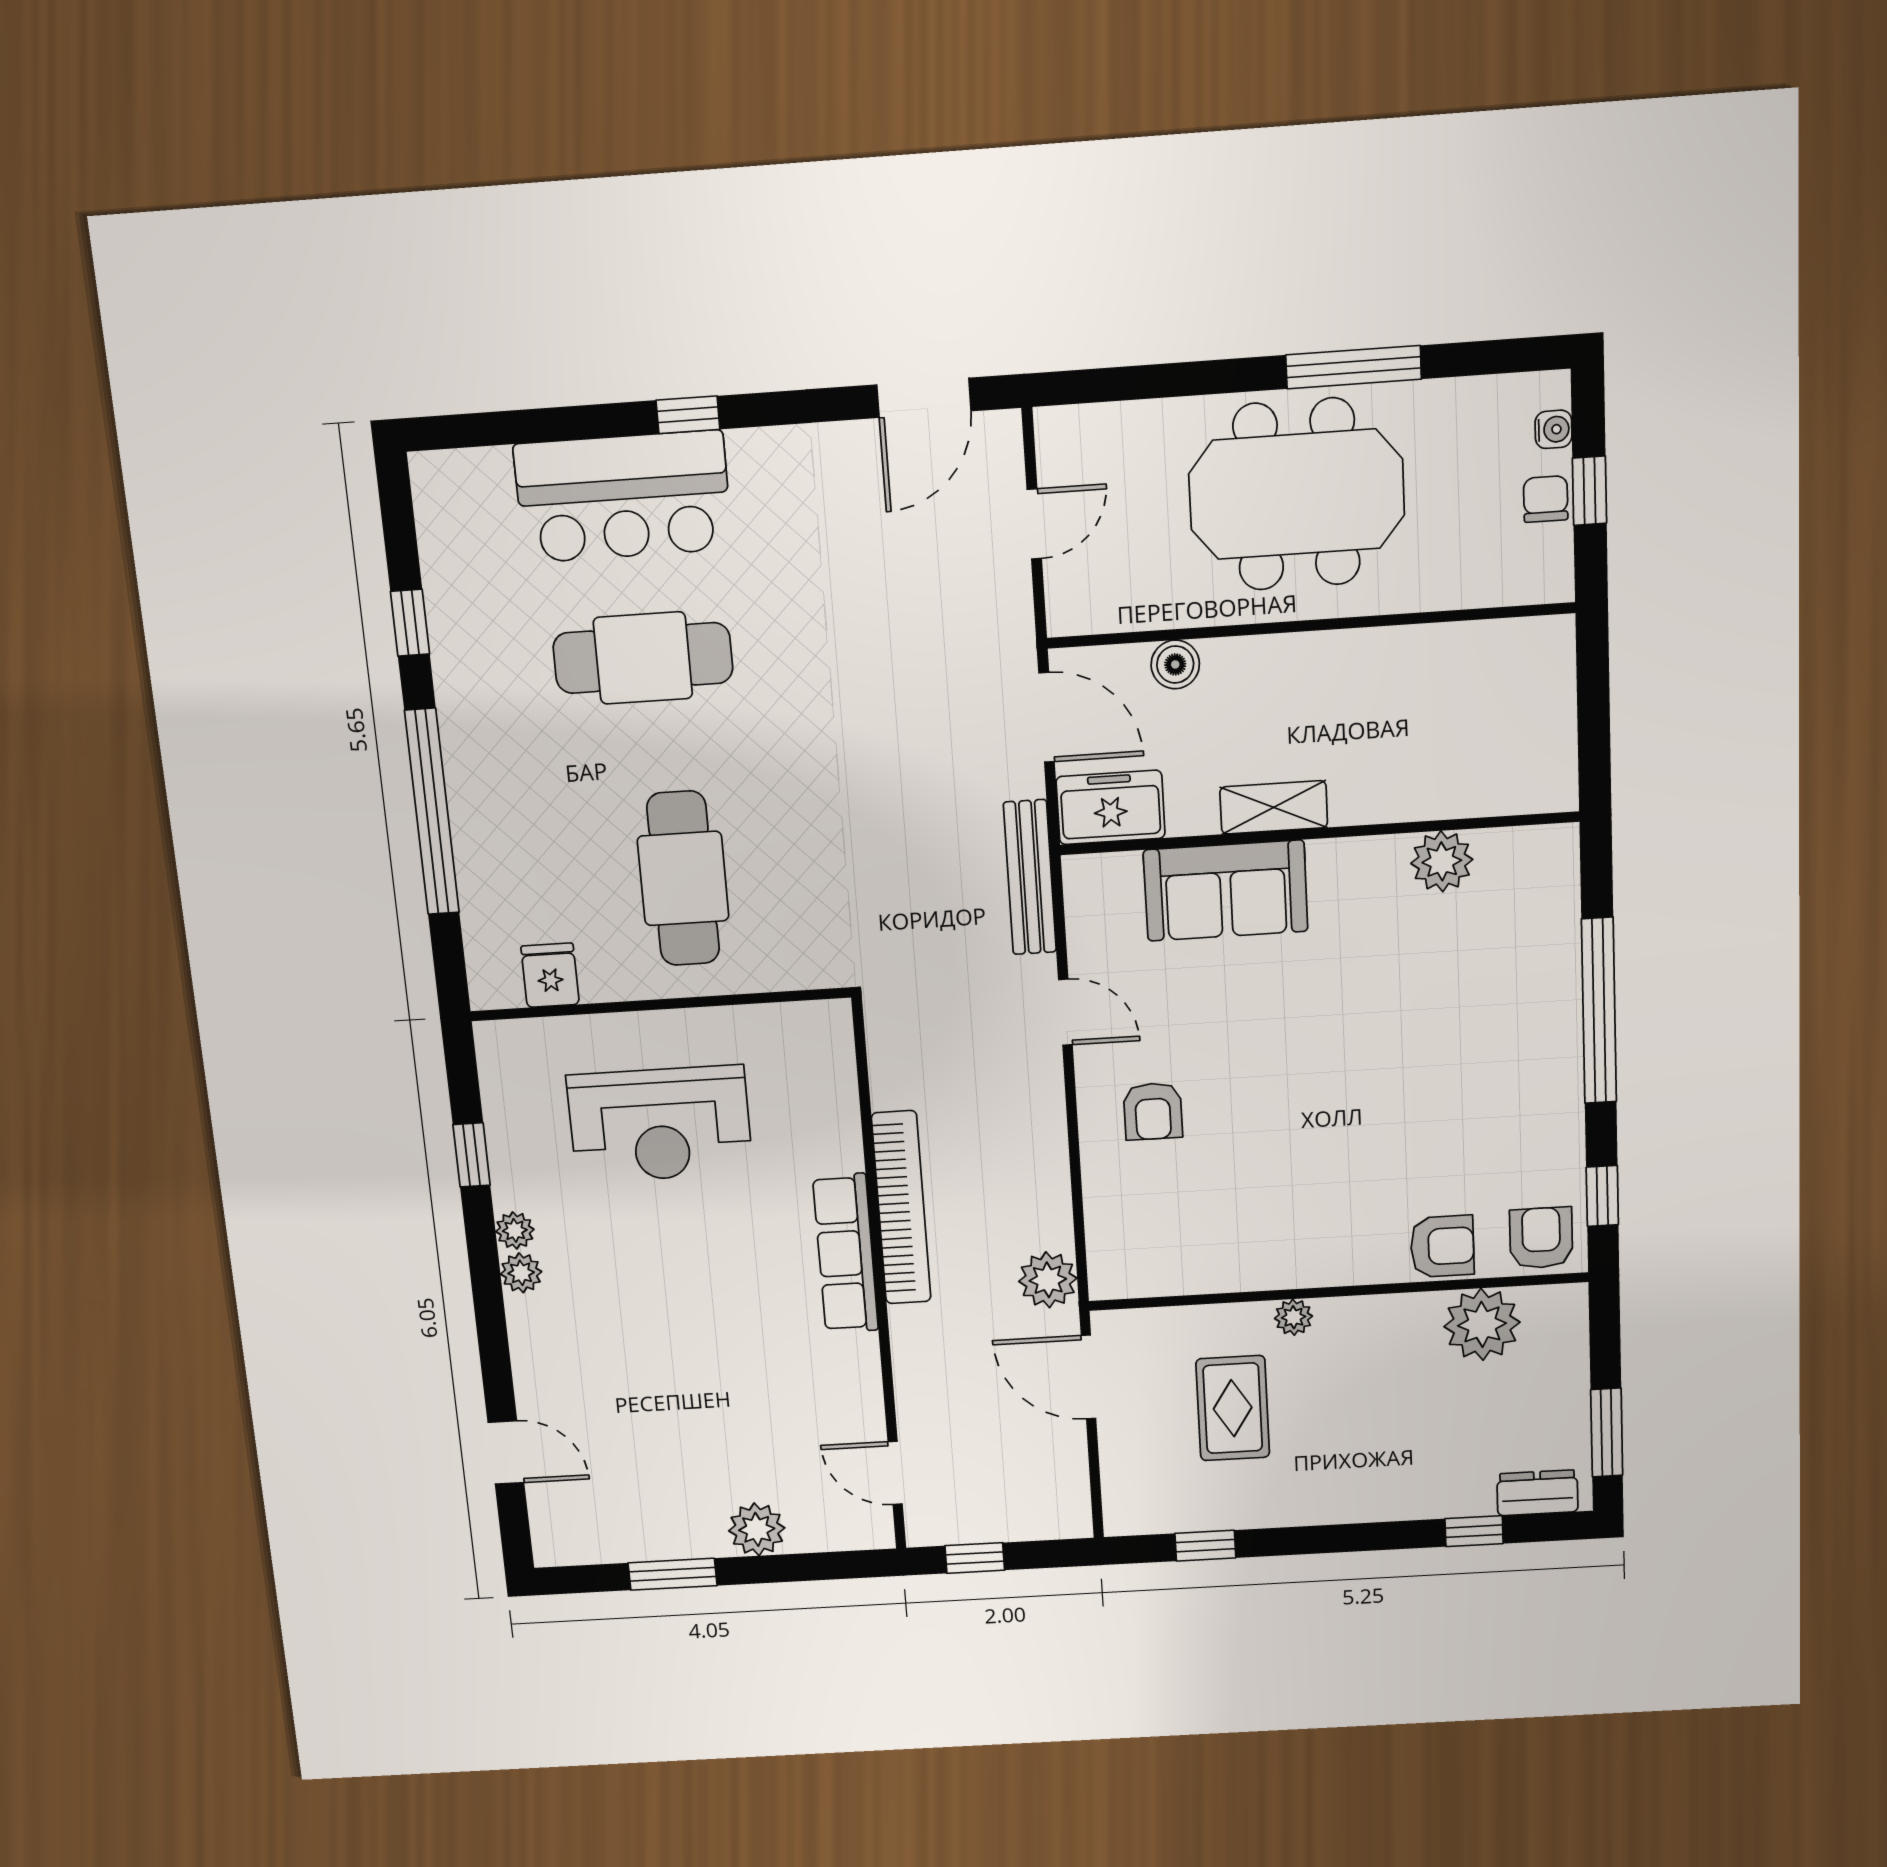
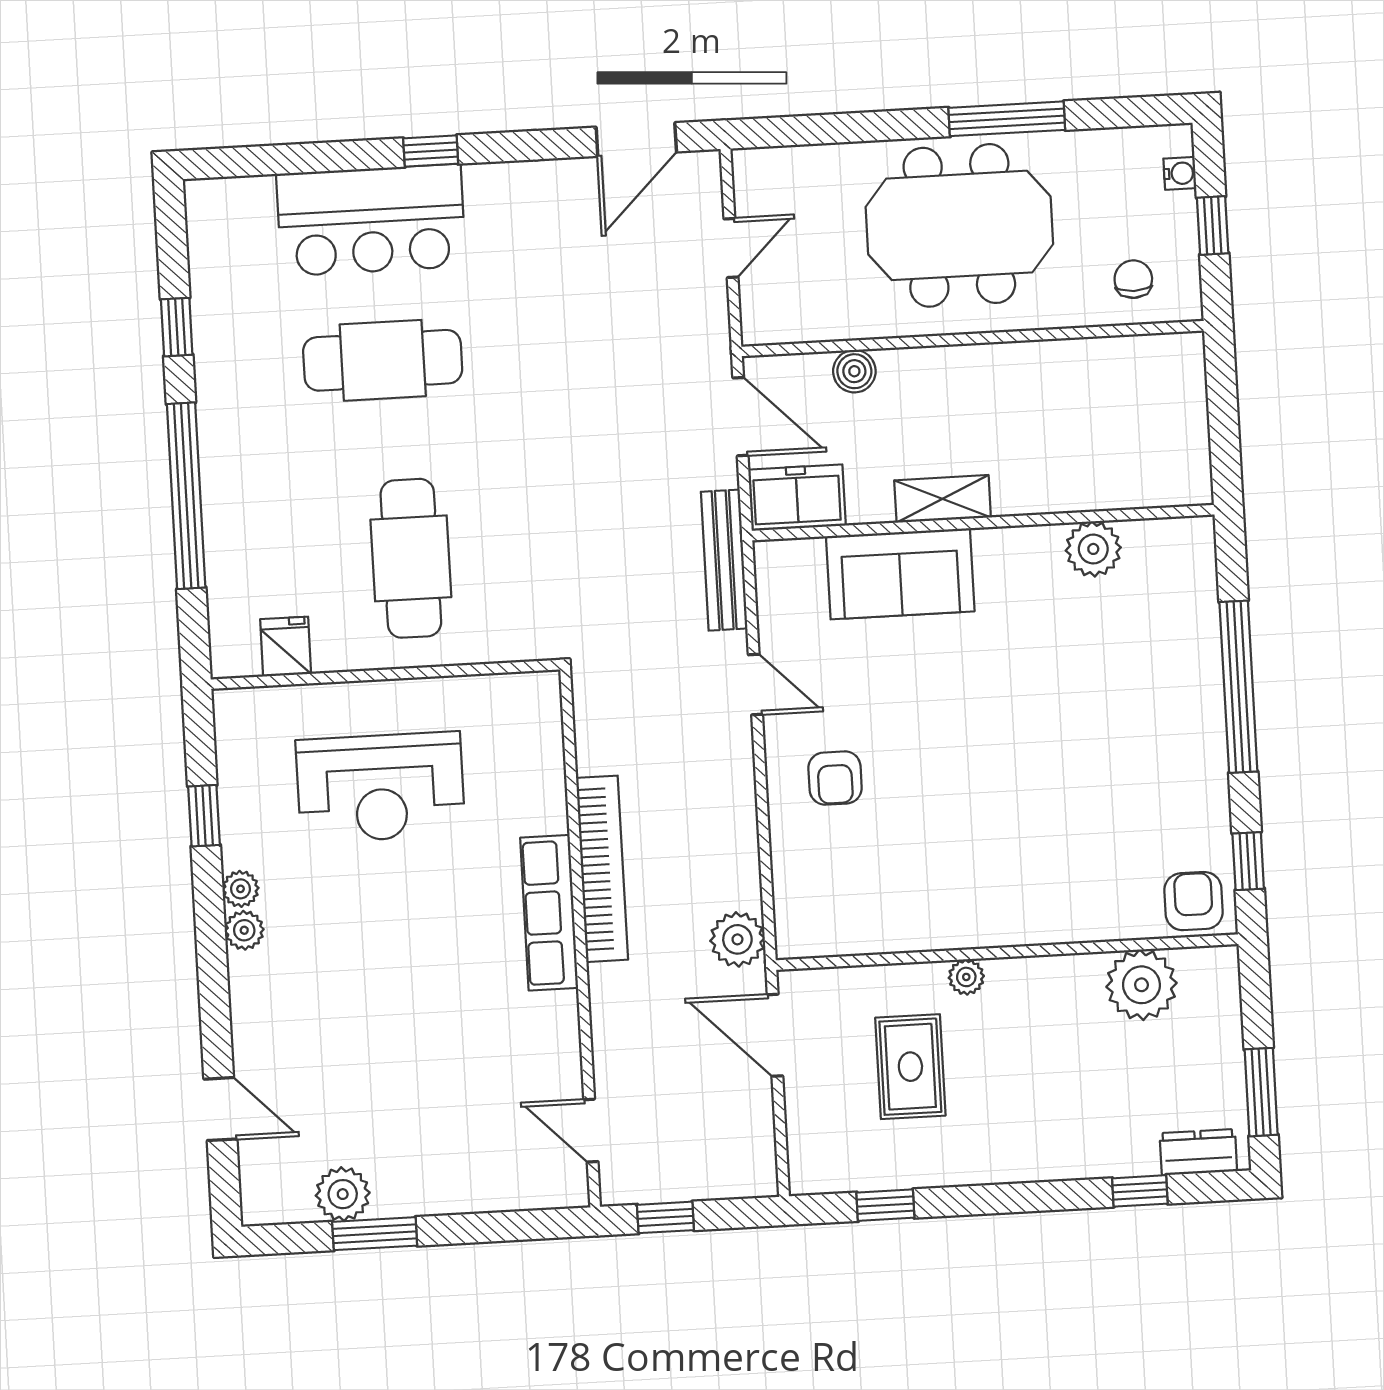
chair: (1546, 499) -> (1133, 279), moved
armchair: (1442, 1246) -> (1103, 909), removed
plant: (757, 1529) -> (343, 1194), moved

